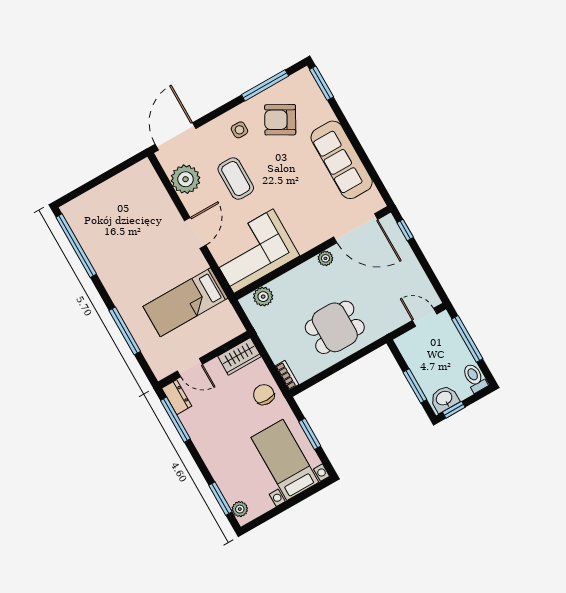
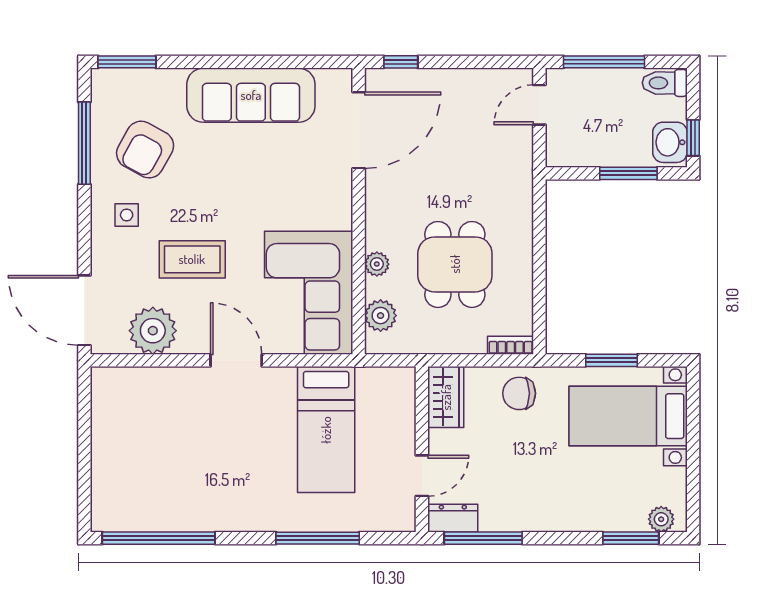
plant: (325, 258) -> (377, 264), moved
dining table: (335, 327) -> (455, 264), moved

